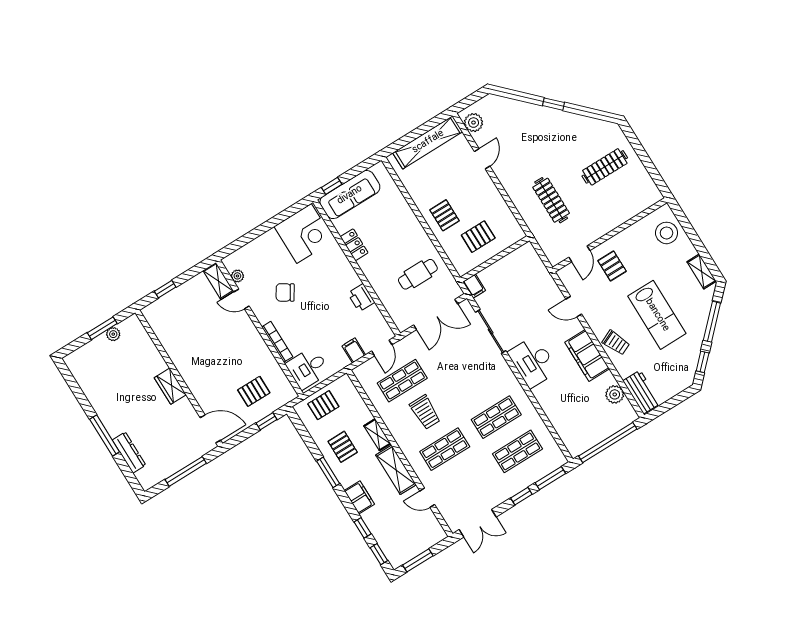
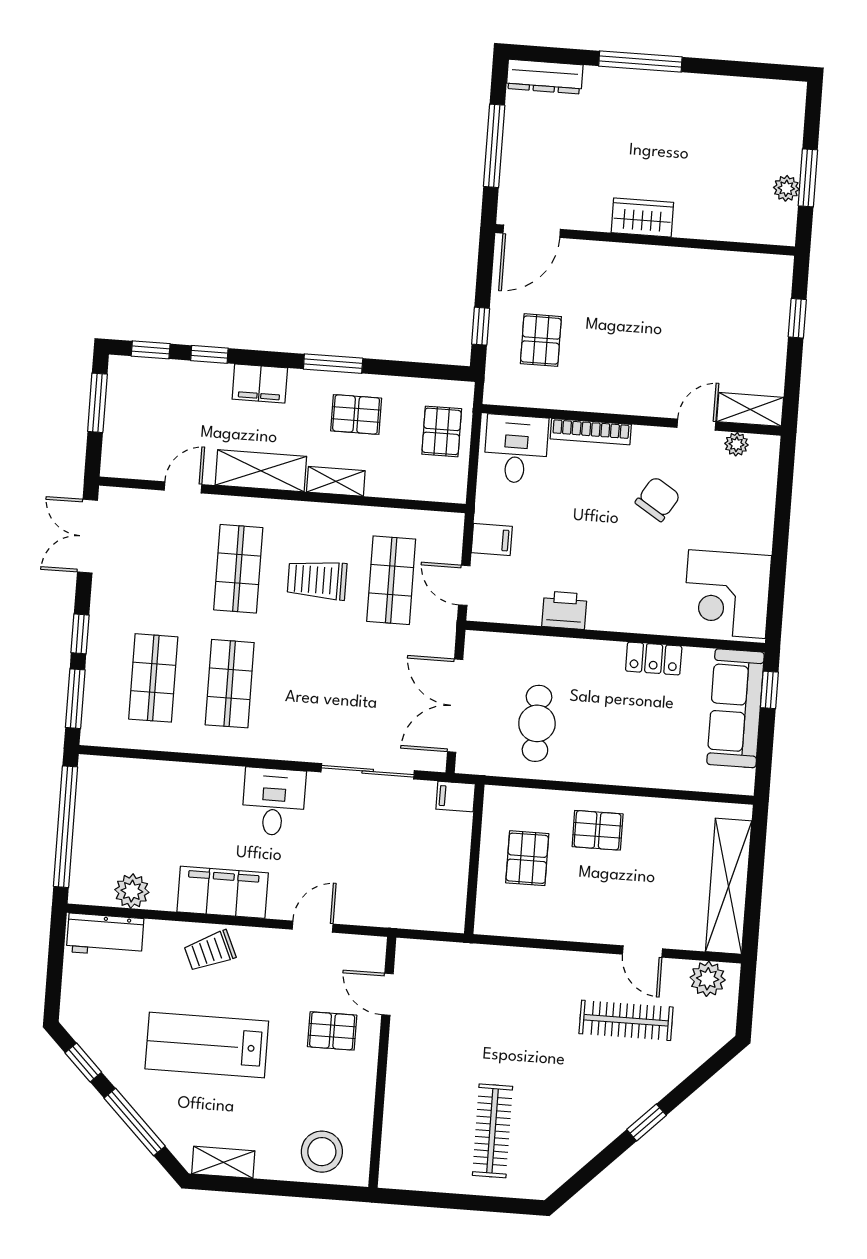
clothes rail: (551, 200) -> (626, 1020), moved
desk: (533, 362) -> (274, 802), width x0.73
dresser: (129, 452) -> (545, 77), moved

